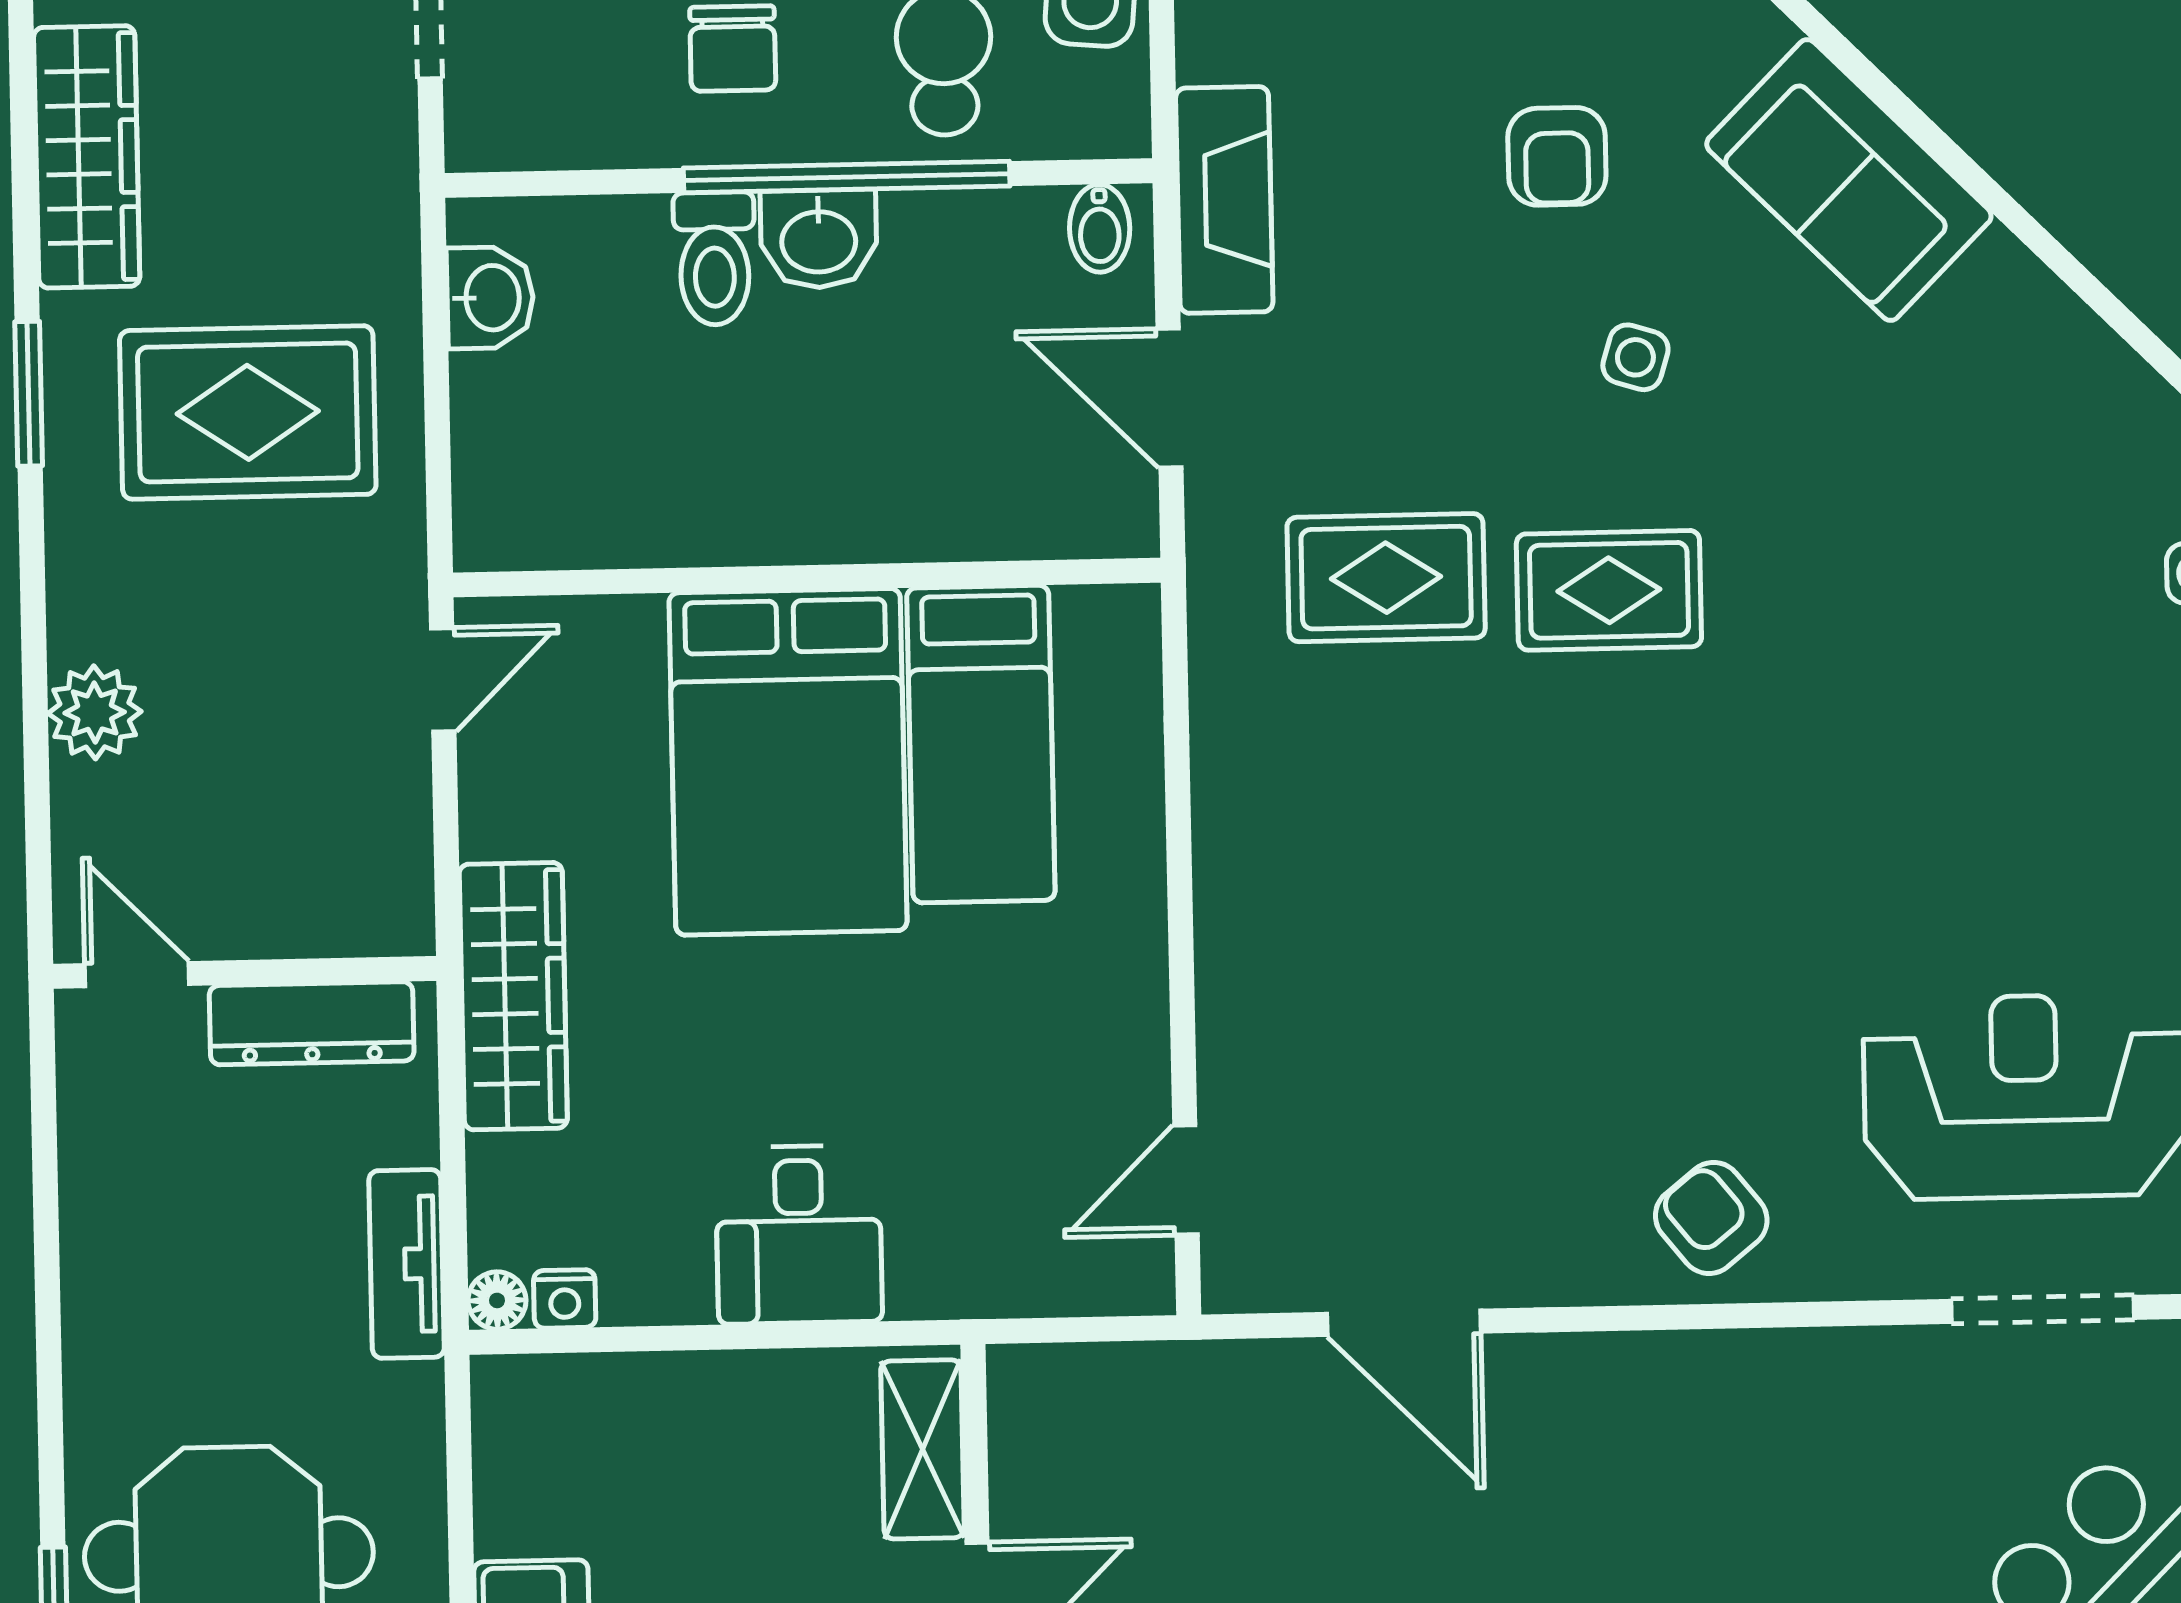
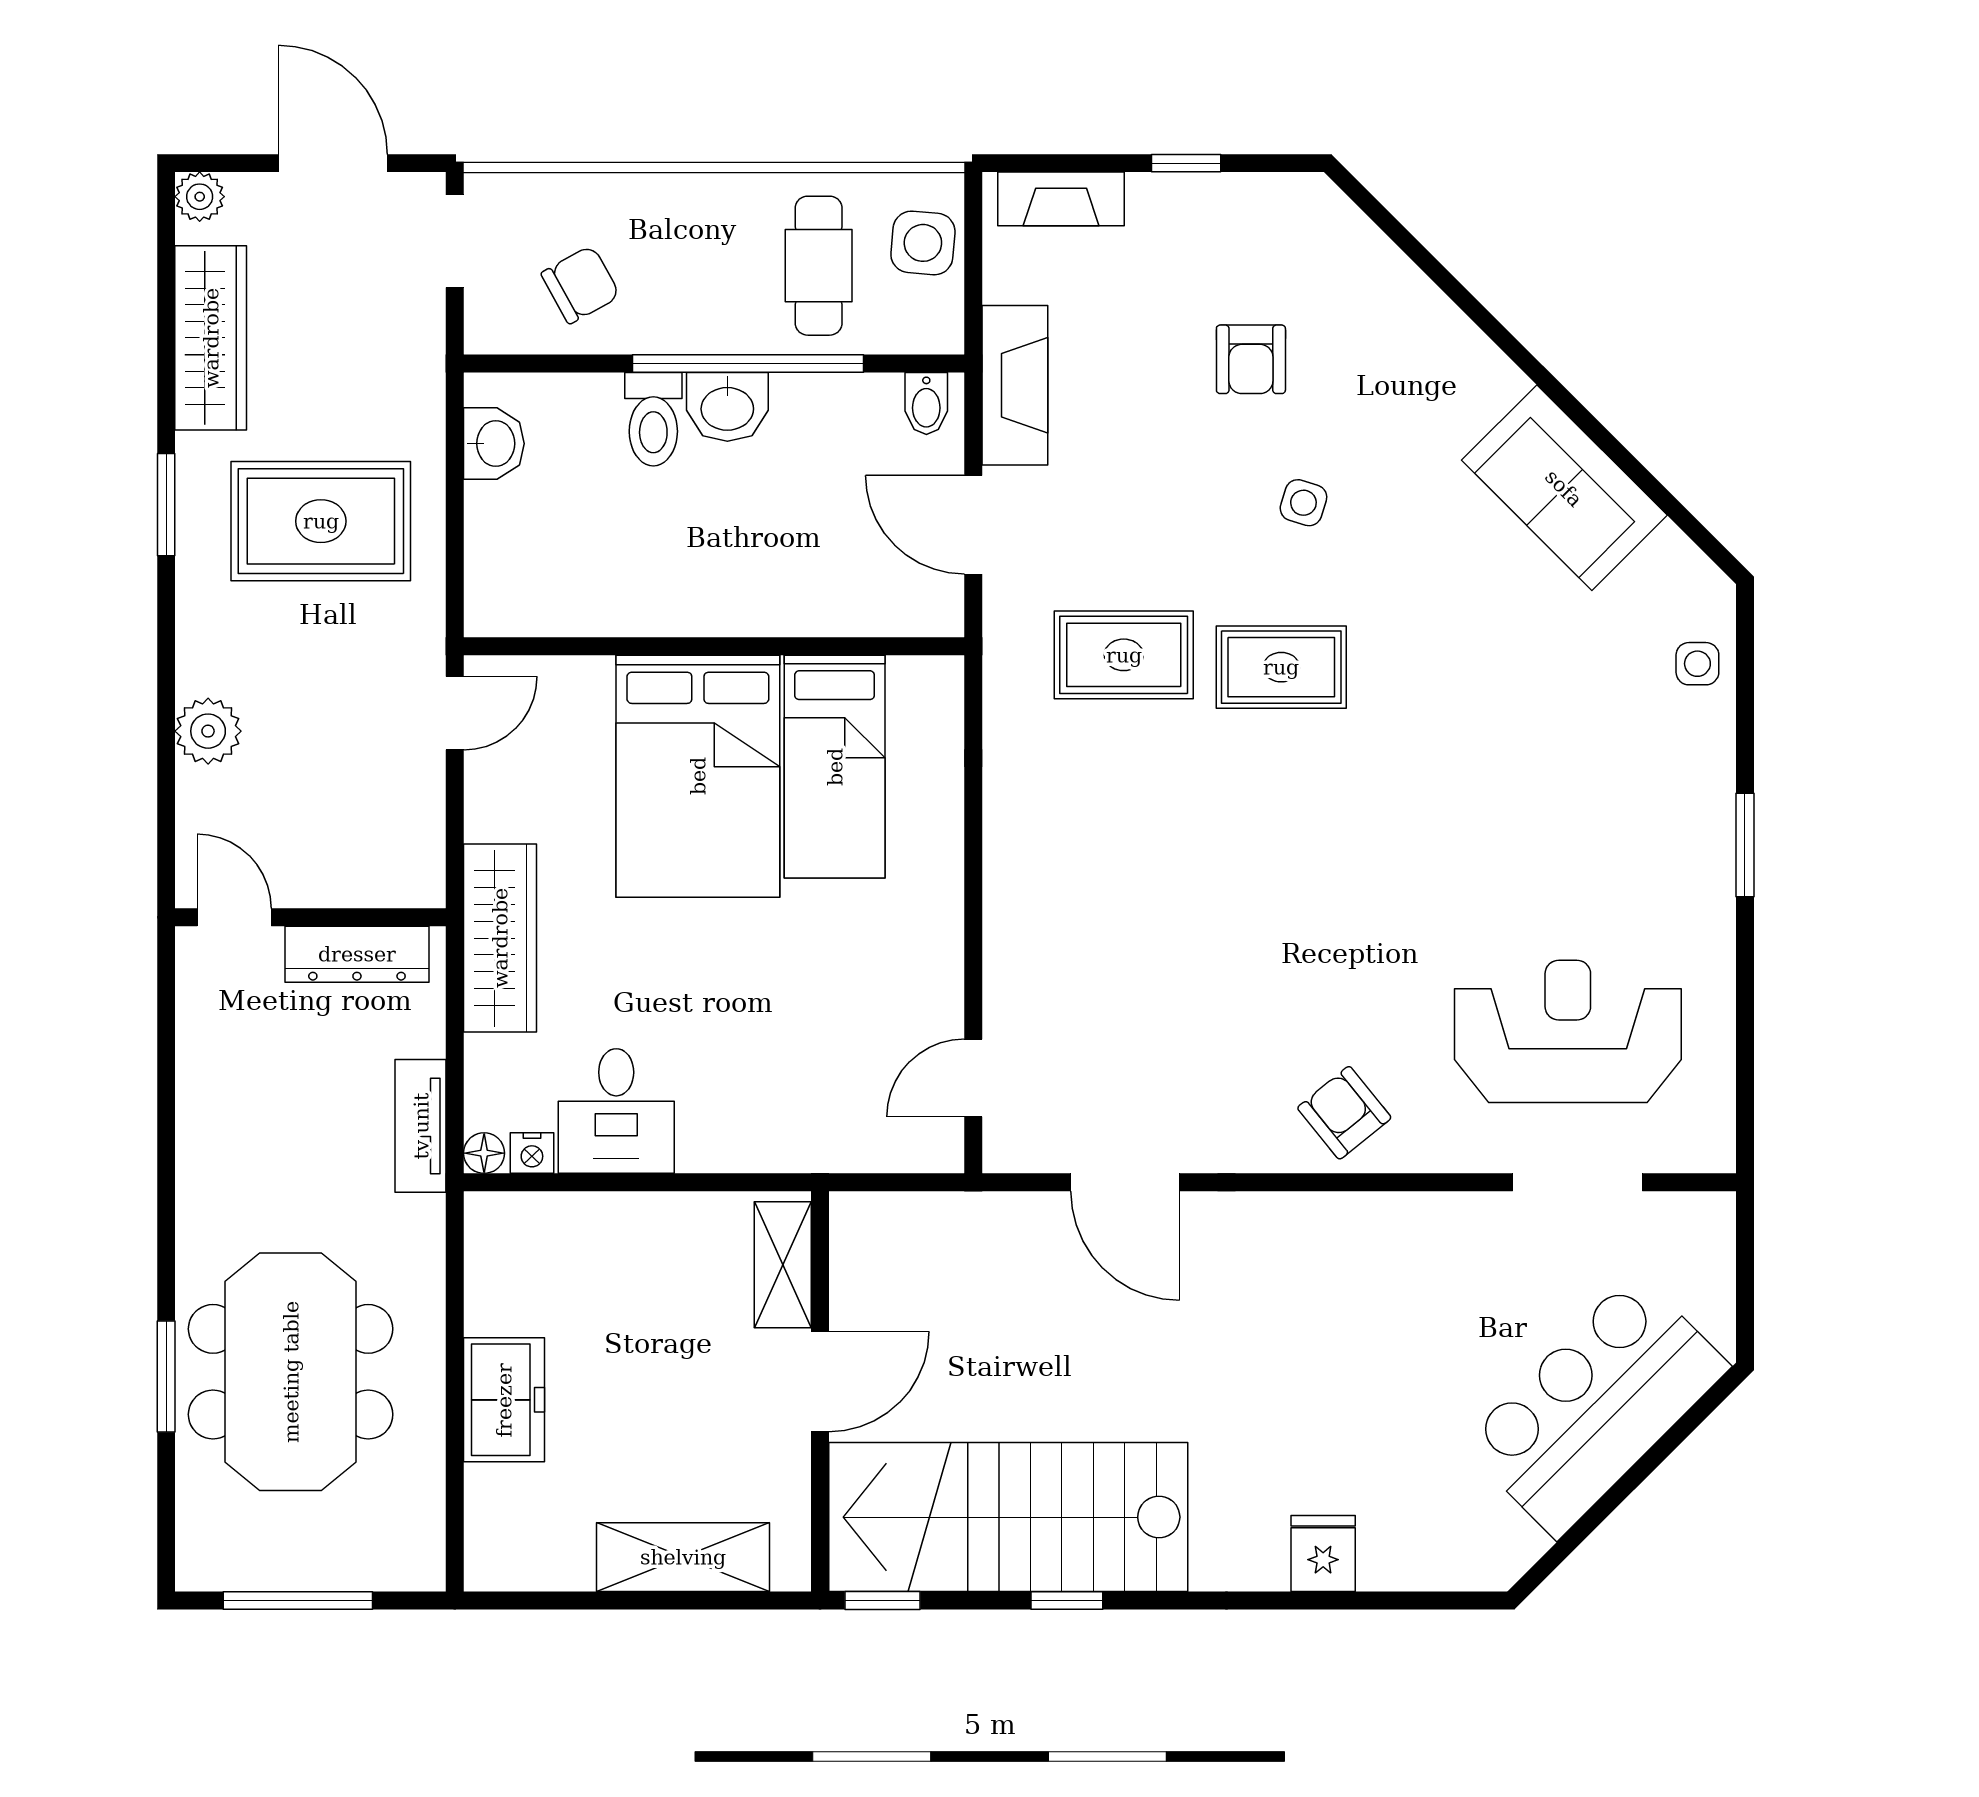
chair: (733, 49) -> (581, 285), moved, turned -119
sofa: (1849, 180) -> (1564, 488), moved
desk: (799, 1235) -> (616, 1111), moved

